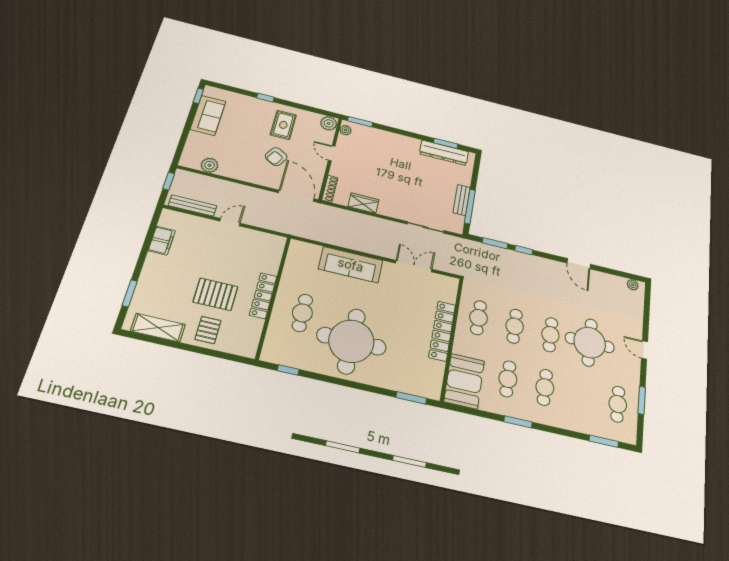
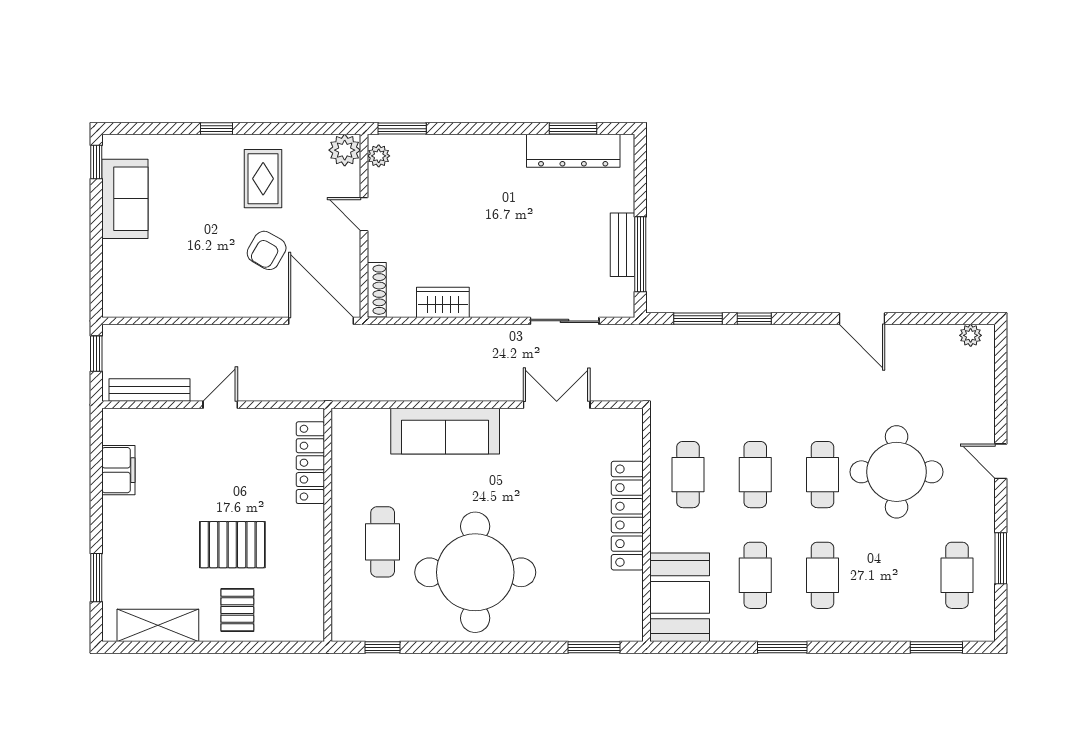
plant: (209, 165) -> (156, 302), removed
locker: (263, 296) -> (310, 463), moved

